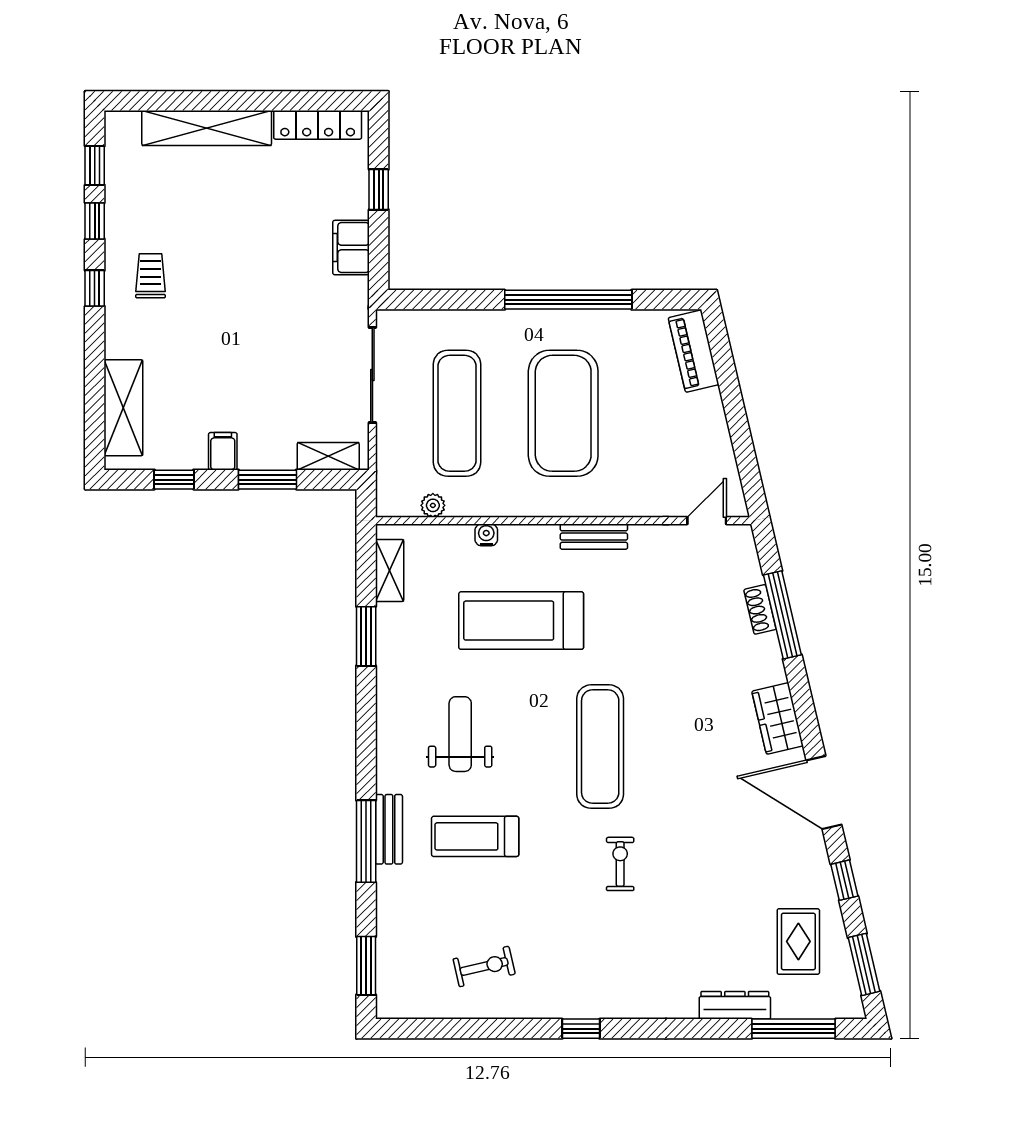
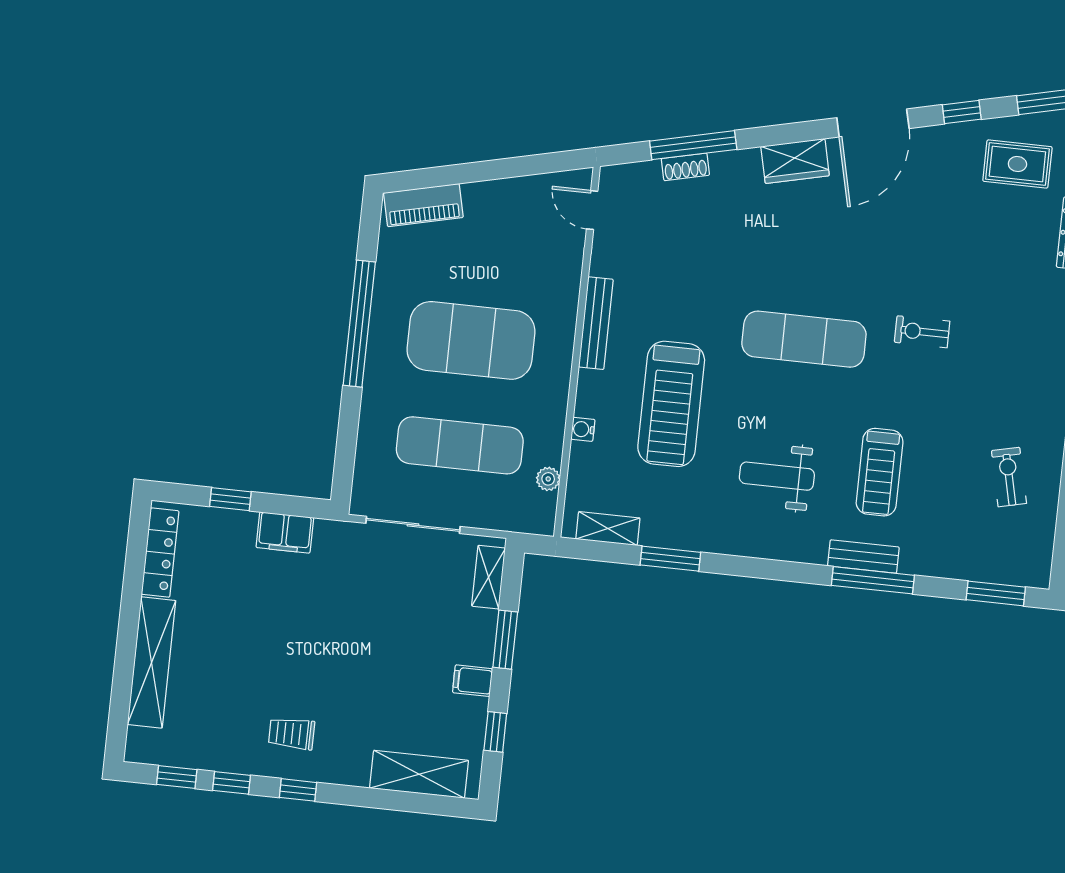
bench: (594, 537) -> (596, 323), width x1.36

